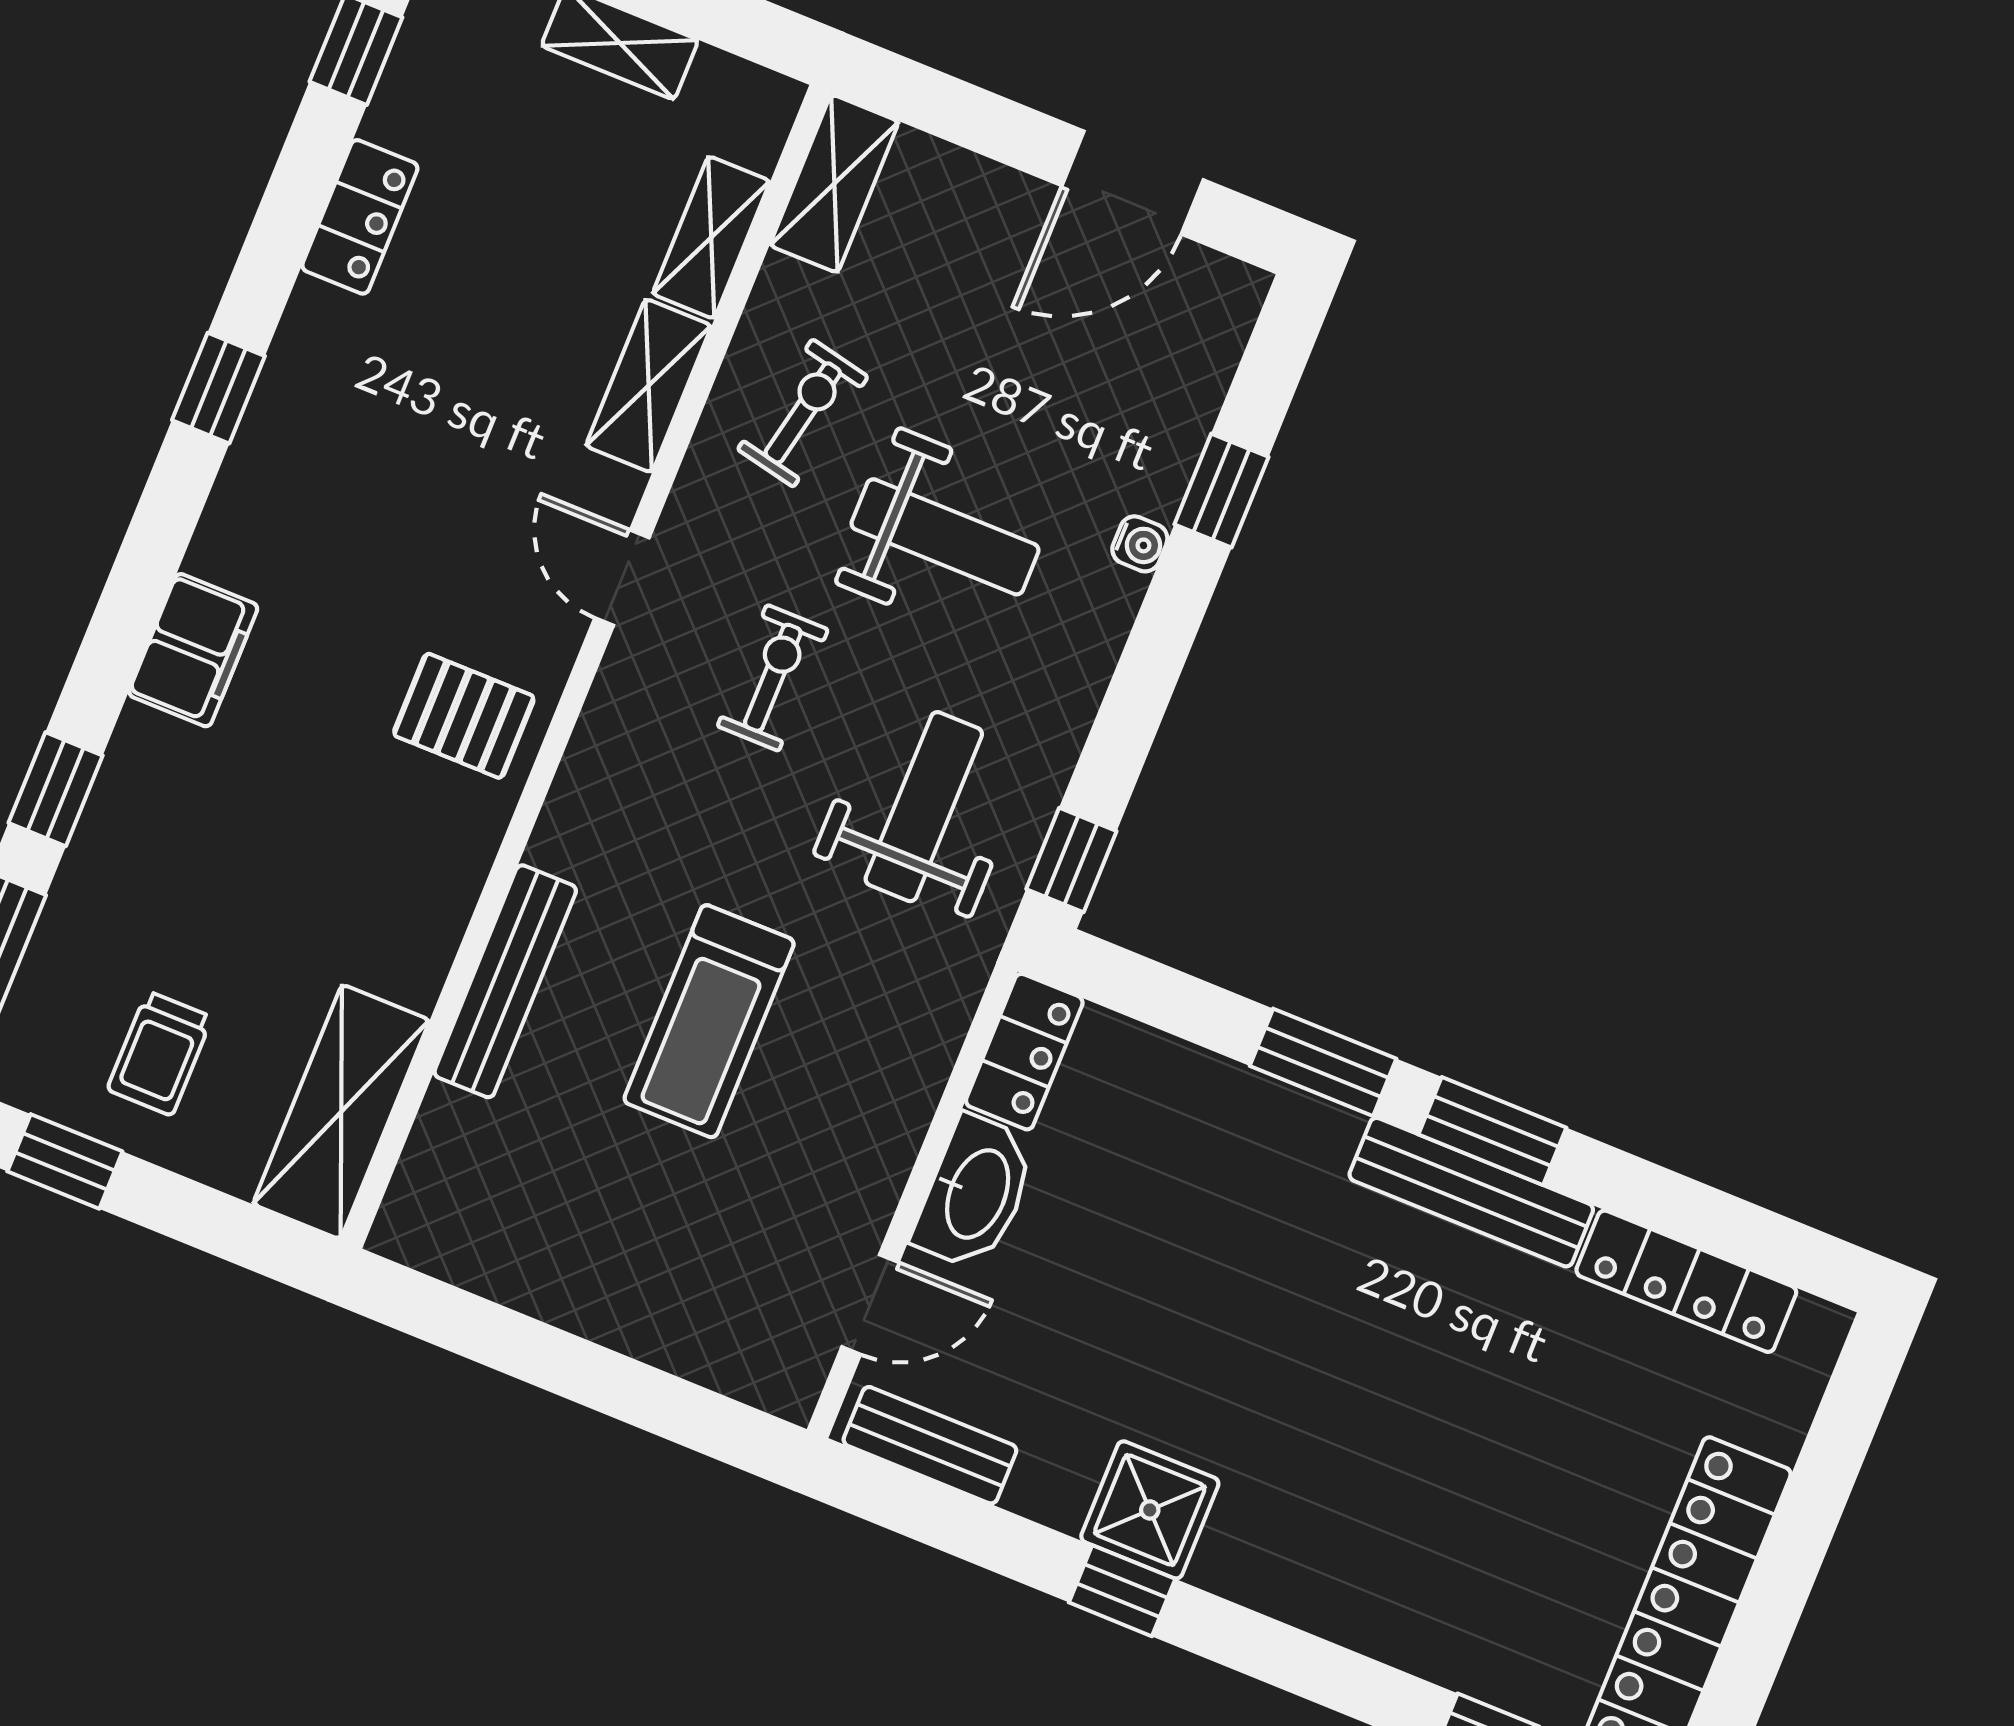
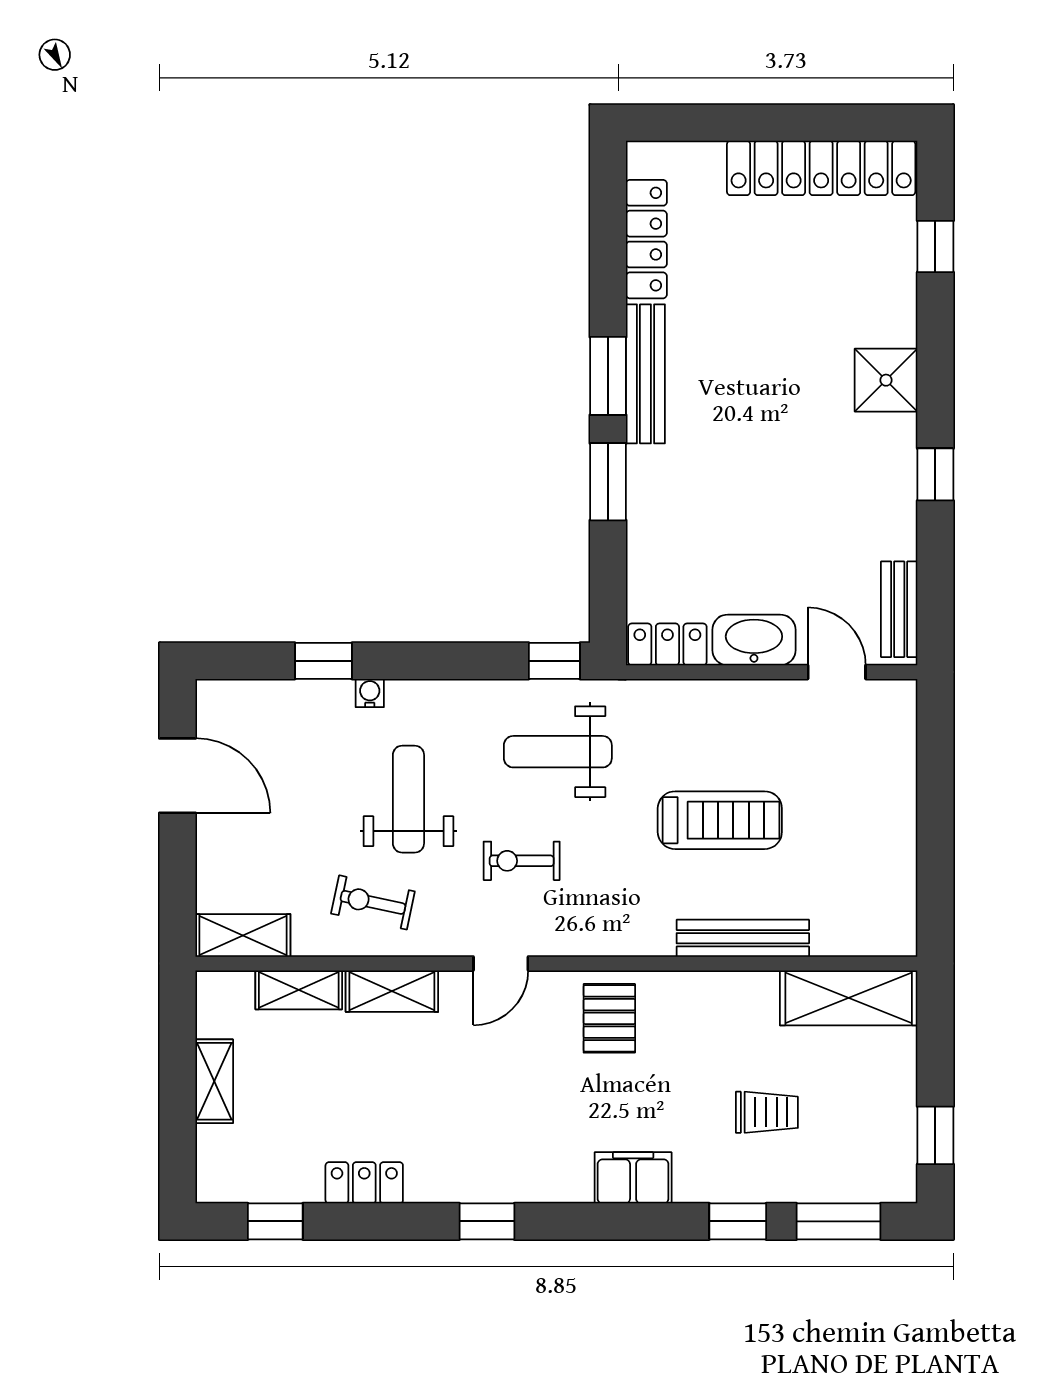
trolley: (160, 1053) -> (767, 1112), moved
shower: (1150, 1510) -> (886, 380), moved

